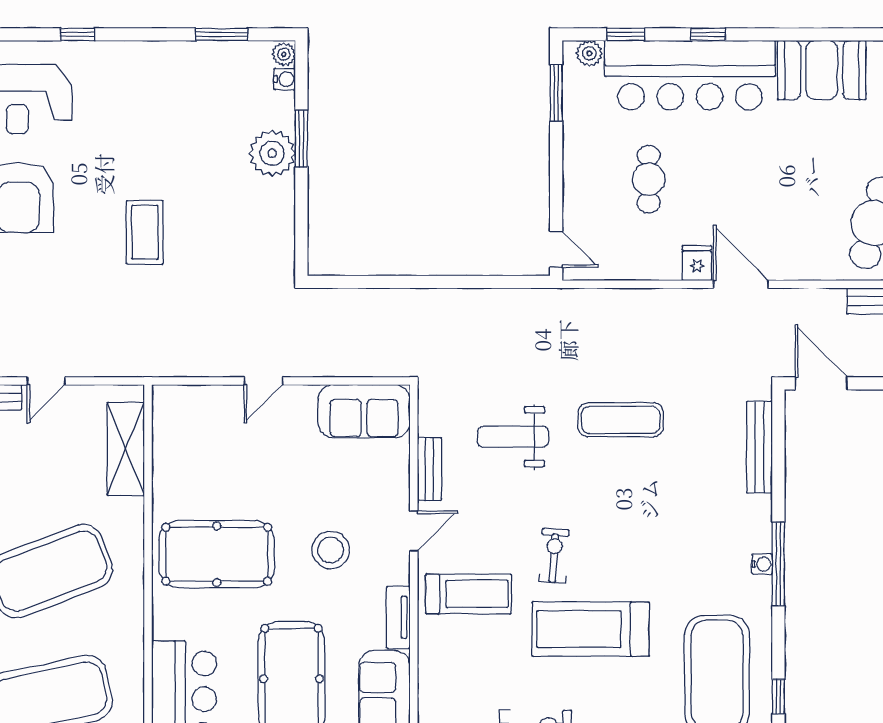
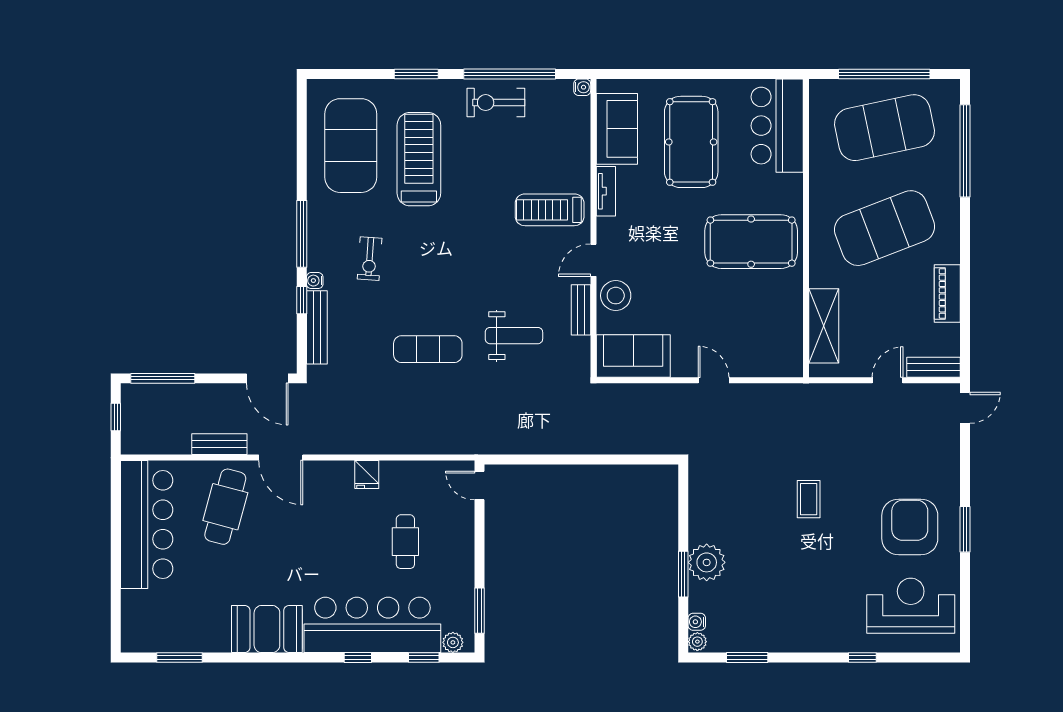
coffee table: (145, 232) -> (809, 499), width x0.73, depth x0.77
door: (741, 284) -> (281, 458), moved
door: (264, 381) -> (714, 380), hinge flipped
stool: (331, 550) -> (616, 296), moved
exercise bike: (554, 556) -> (370, 259), moved
water cooler: (762, 564) -> (315, 281), moved
treadmill: (591, 629) -> (419, 159), moved, turned -90
window: (778, 697) -> (302, 300), moved

